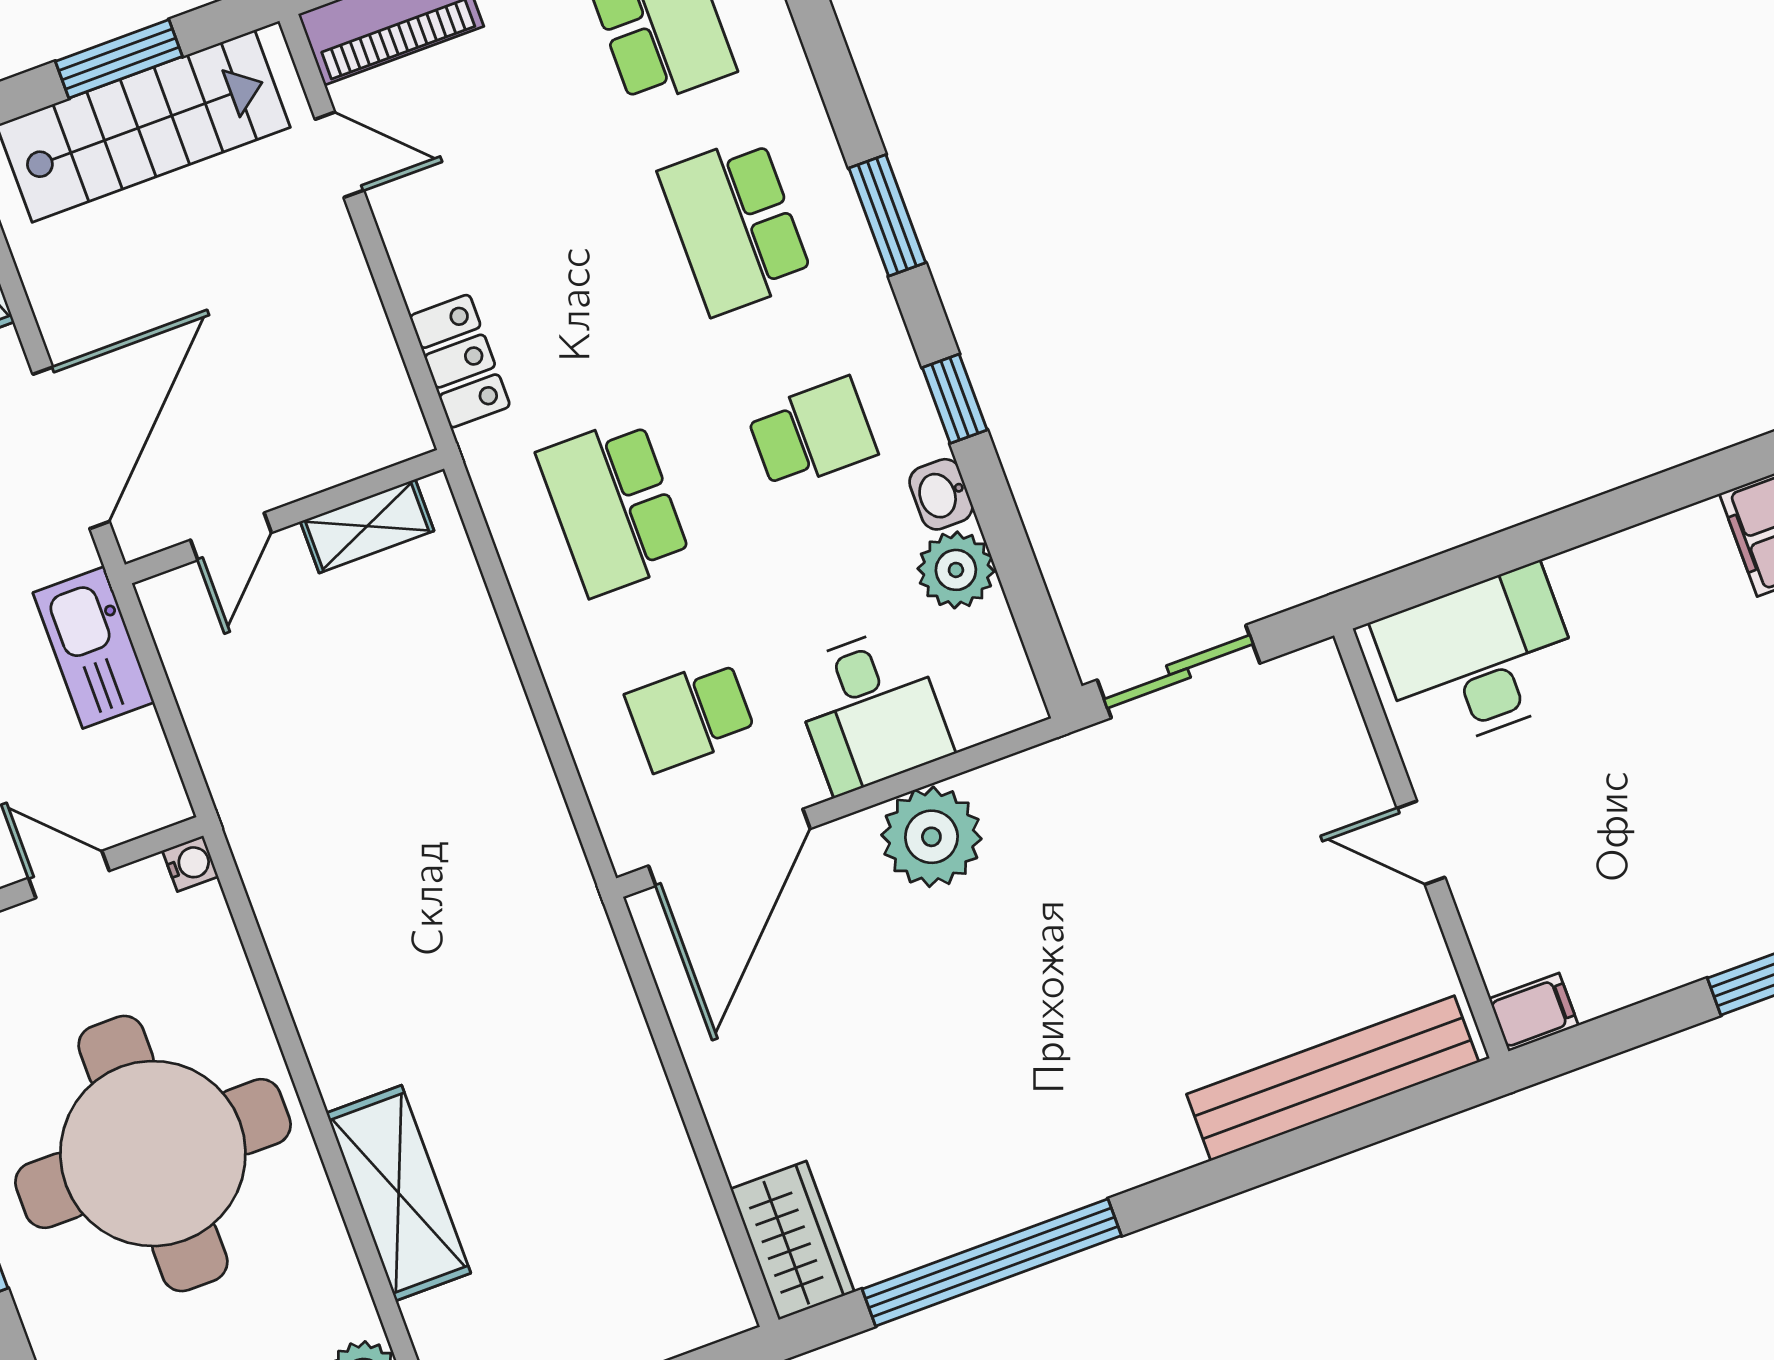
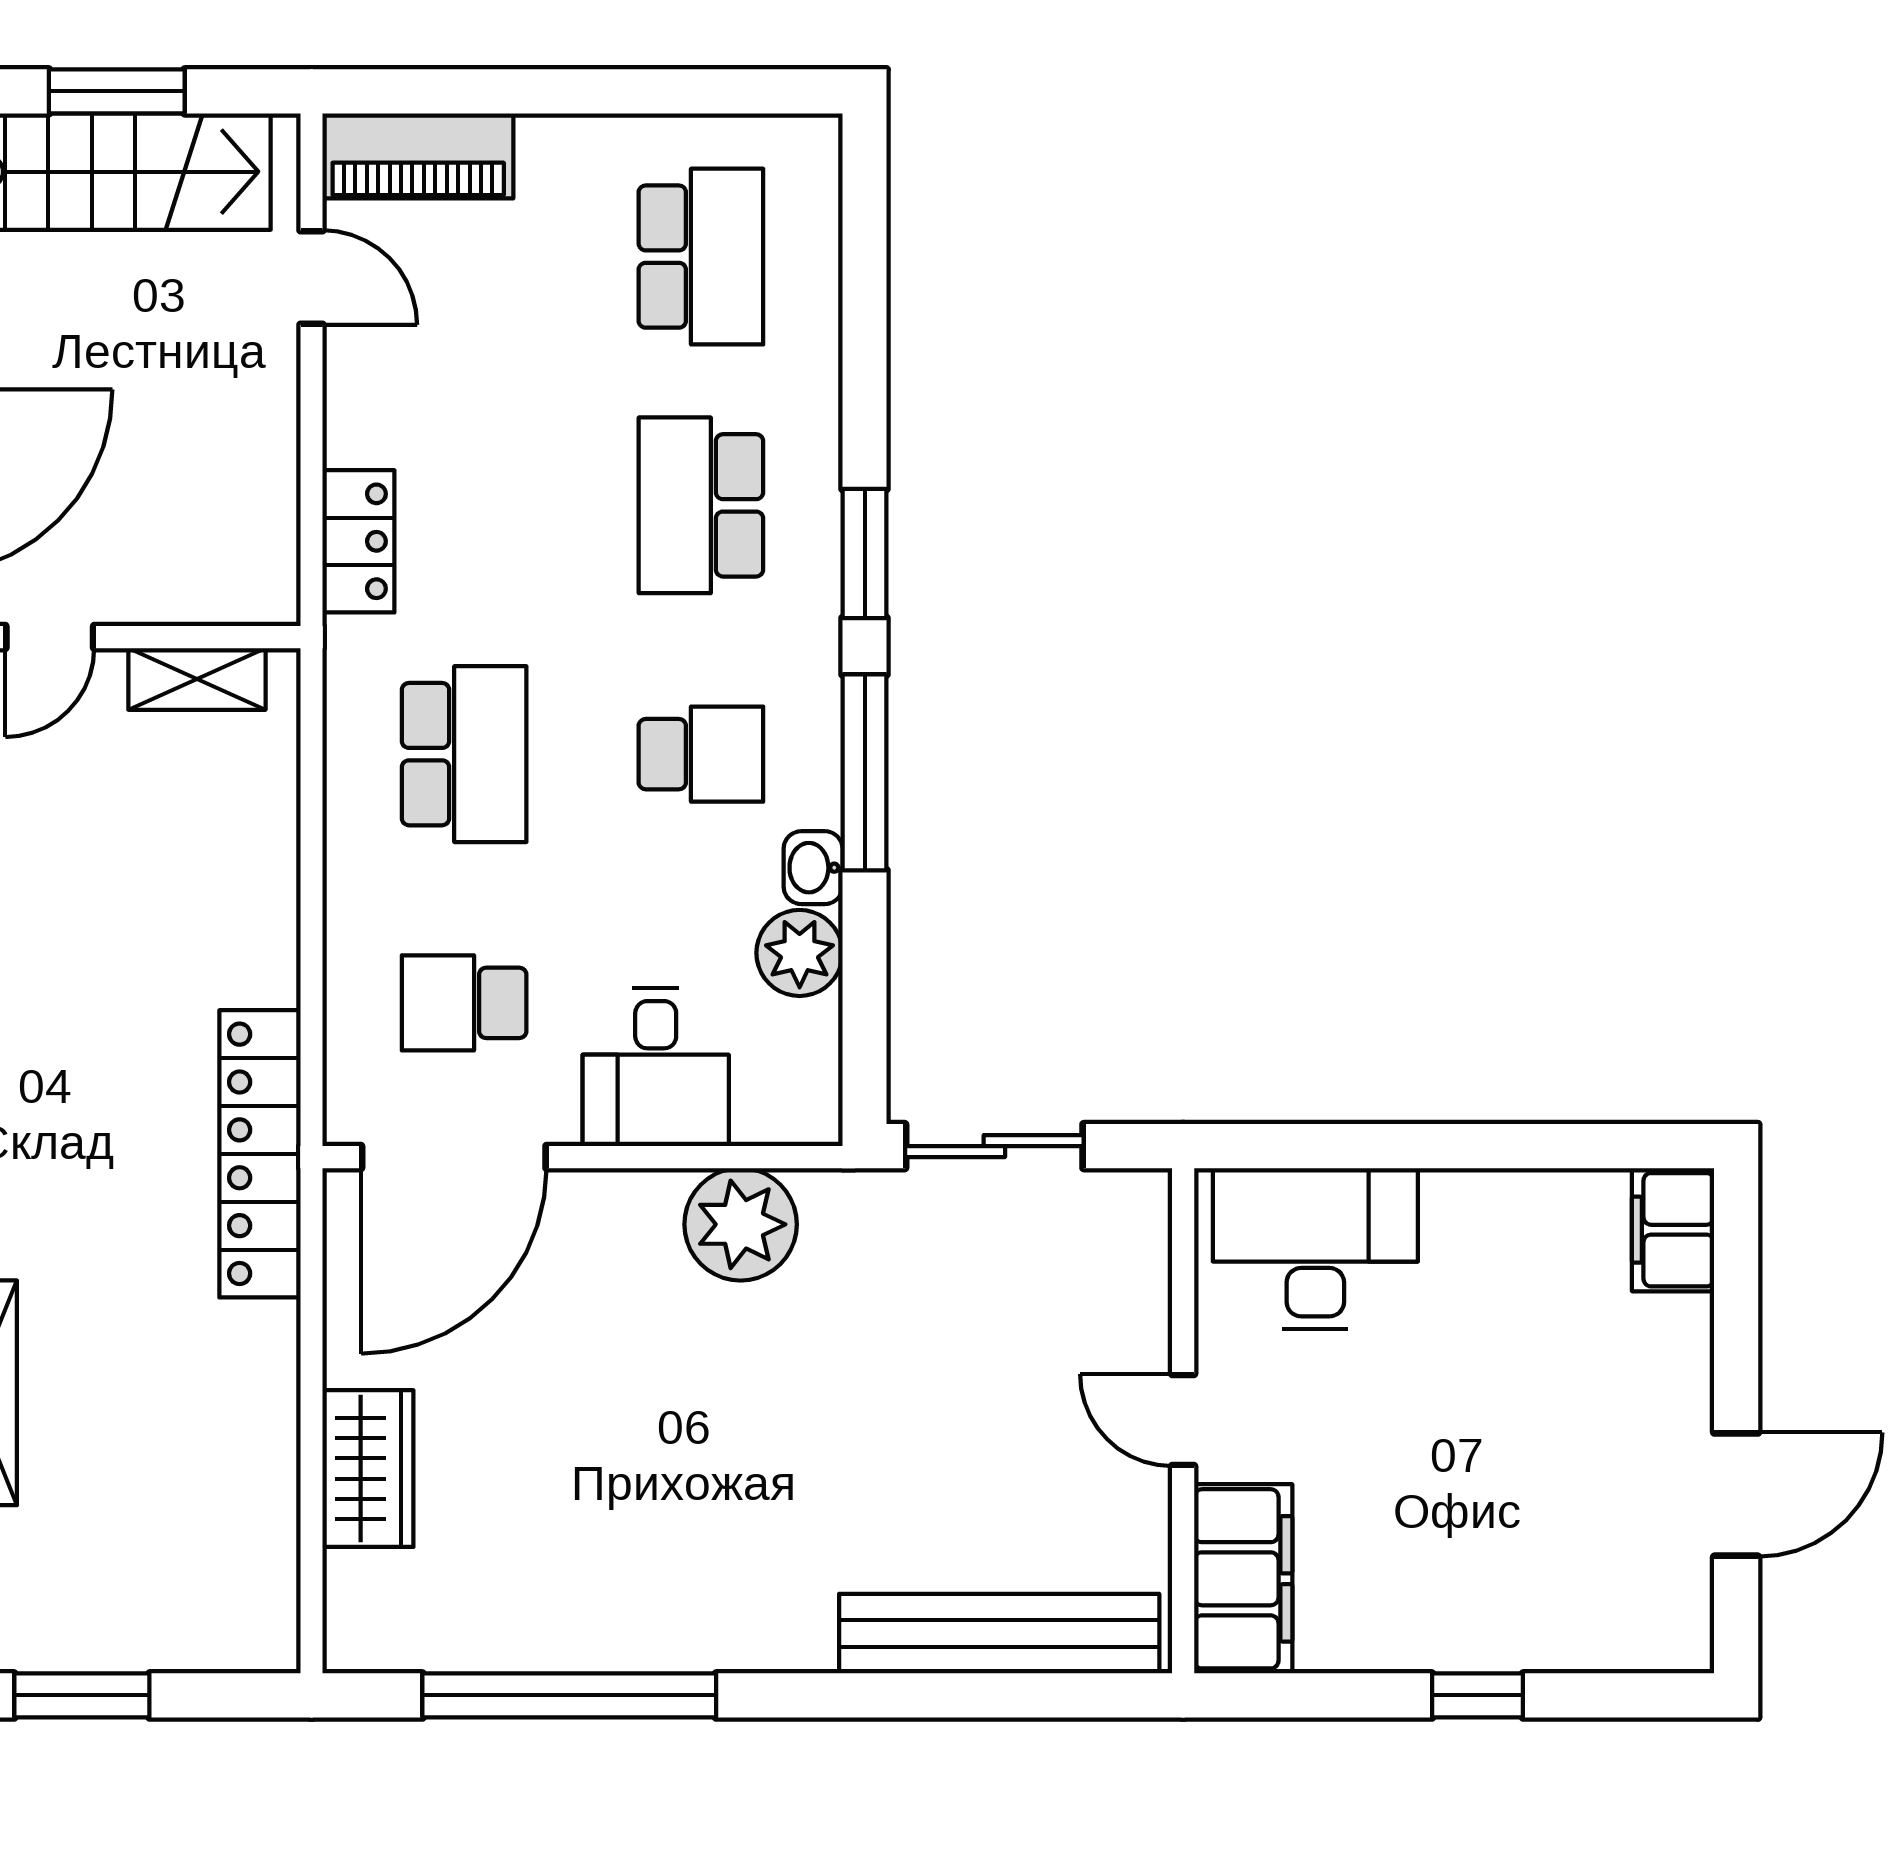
window: (955, 399) -> (865, 772), width x2.17
school desk: (614, 507) -> (464, 754), turned 180
plant: (931, 837) -> (741, 1224), moved
locker: (566, 904) -> (260, 1154), added
filing cabinet: (1534, 1012) -> (1243, 1579), width x3.00, depth x1.17
wardrobe: (792, 1240) -> (368, 1469), moved

